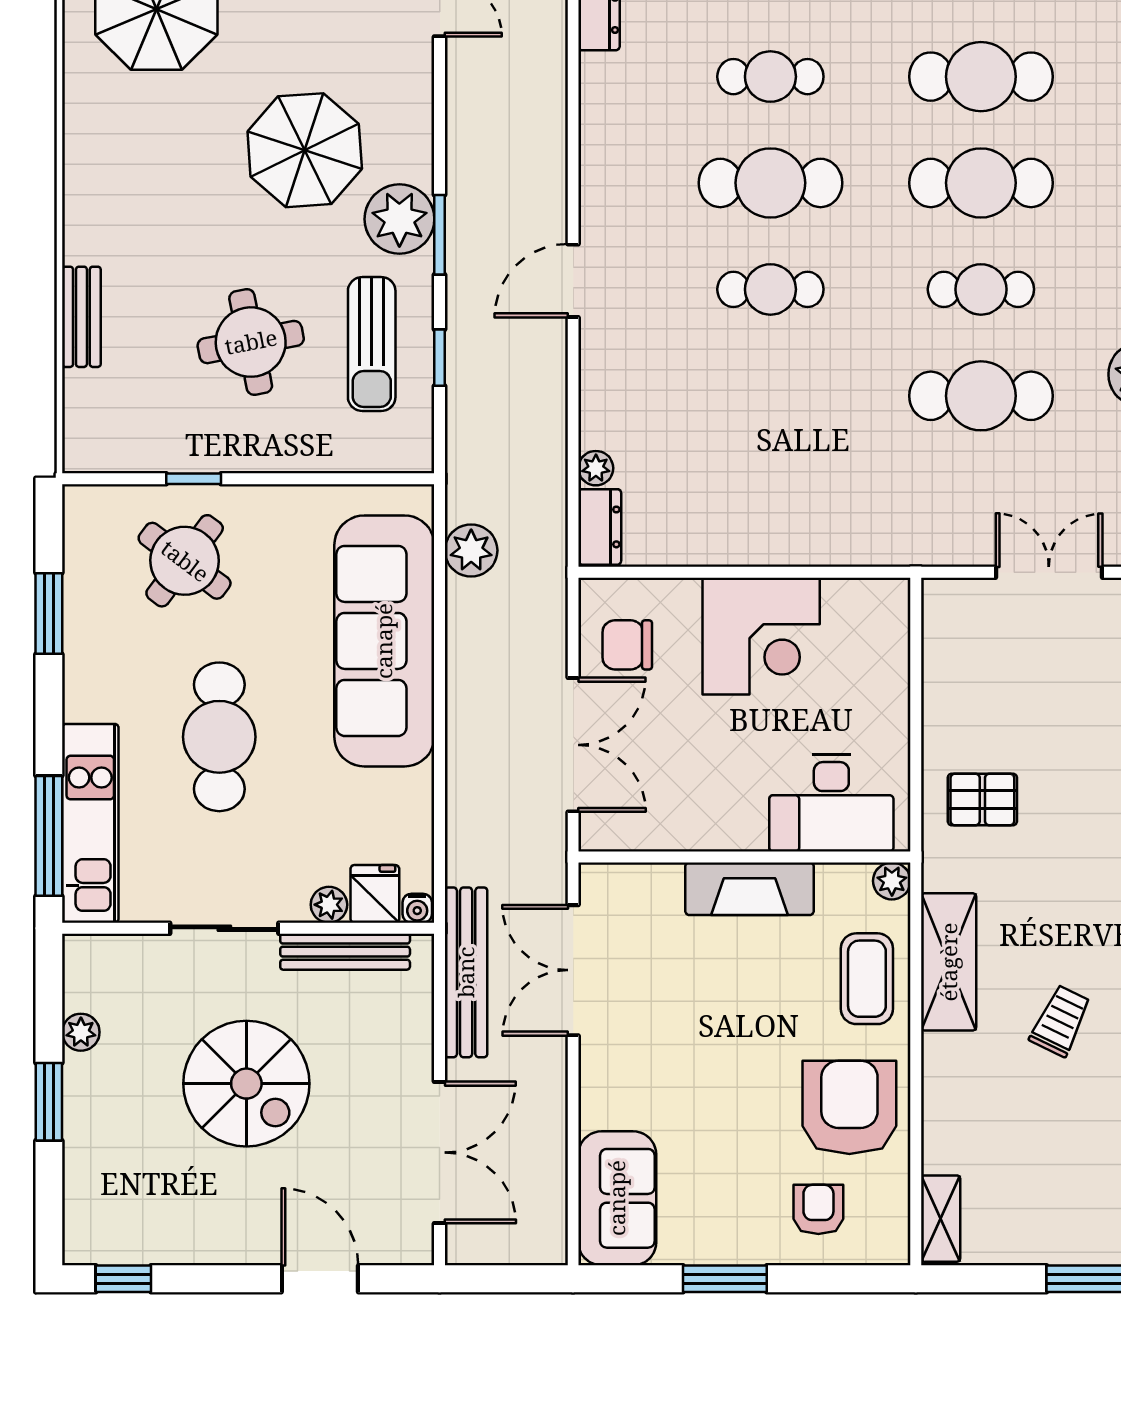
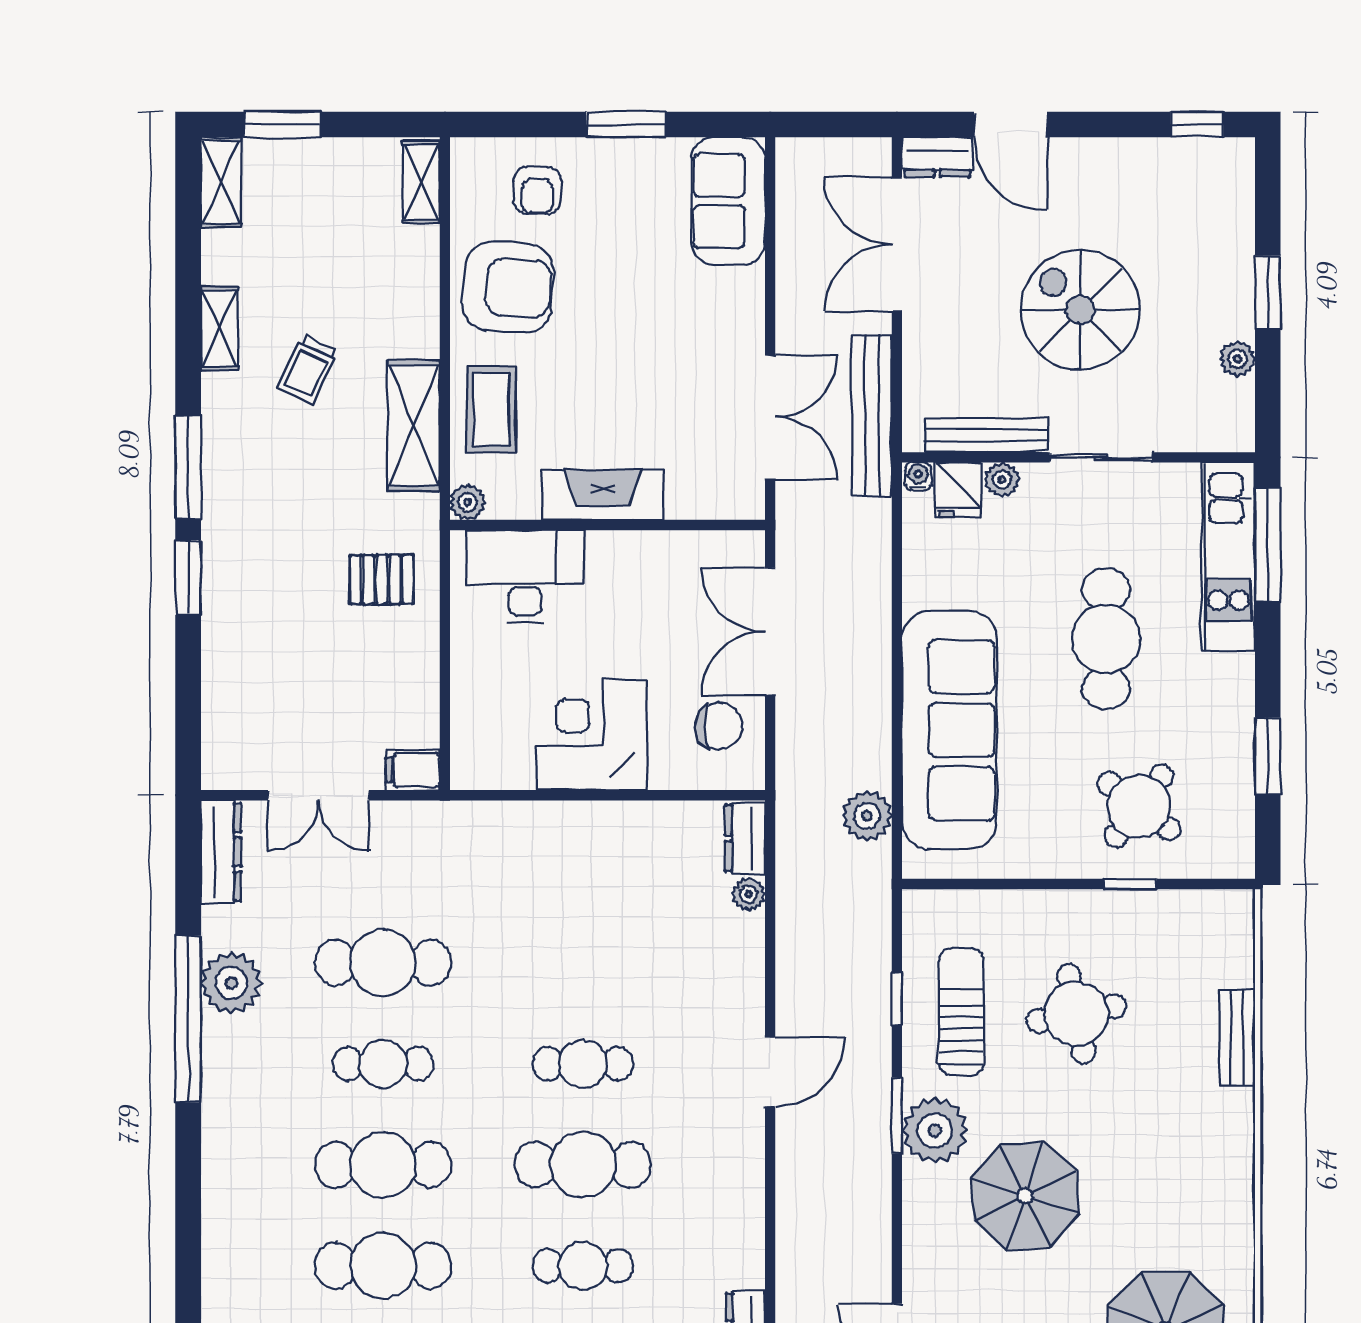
filing cabinet: (949, 599) -> (413, 770), added
armchair: (849, 1107) -> (508, 287), turned -86
dresser: (397, 1245) -> (937, 157), added

